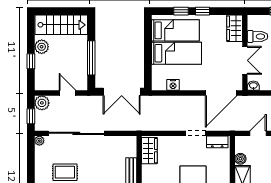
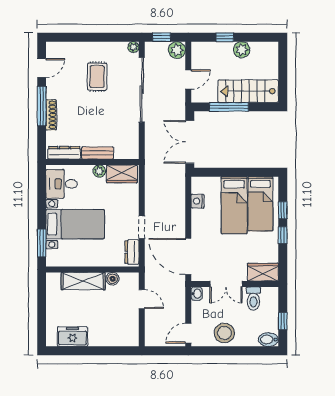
stairs: (61, 25) -> (248, 91), moved, turned 90
plant: (147, 170) -> (99, 171), added

